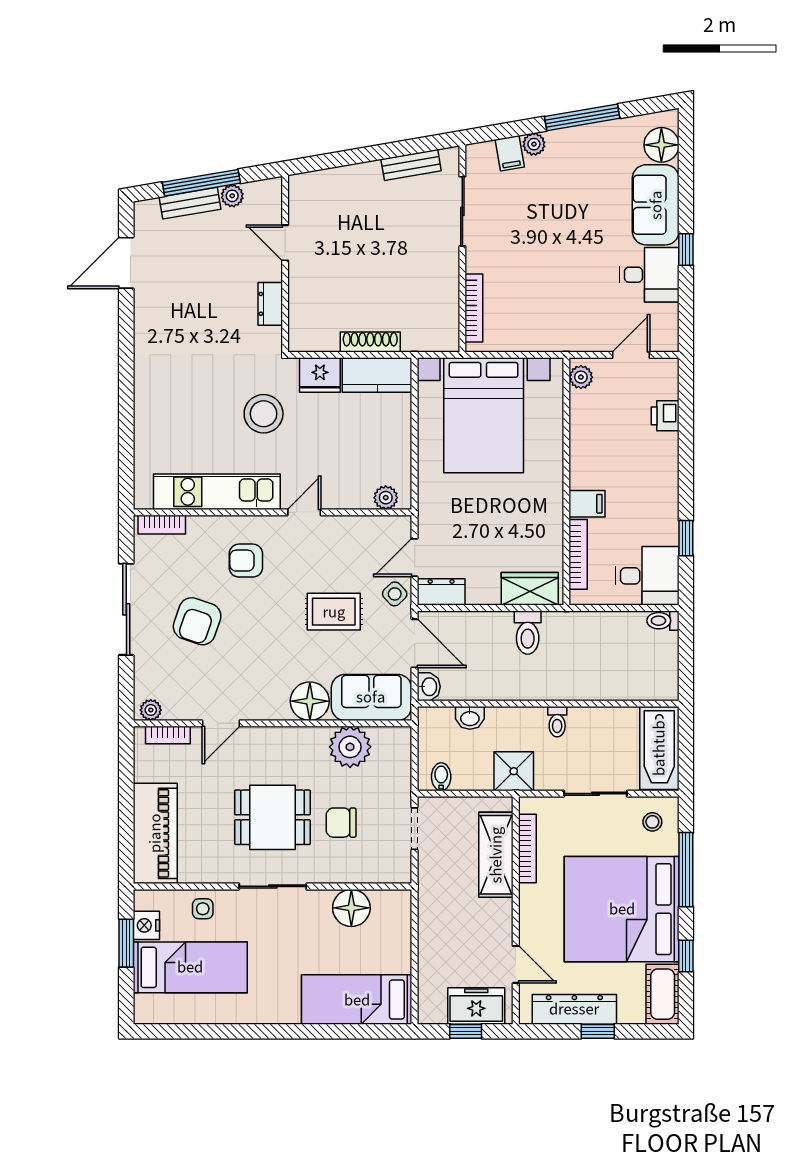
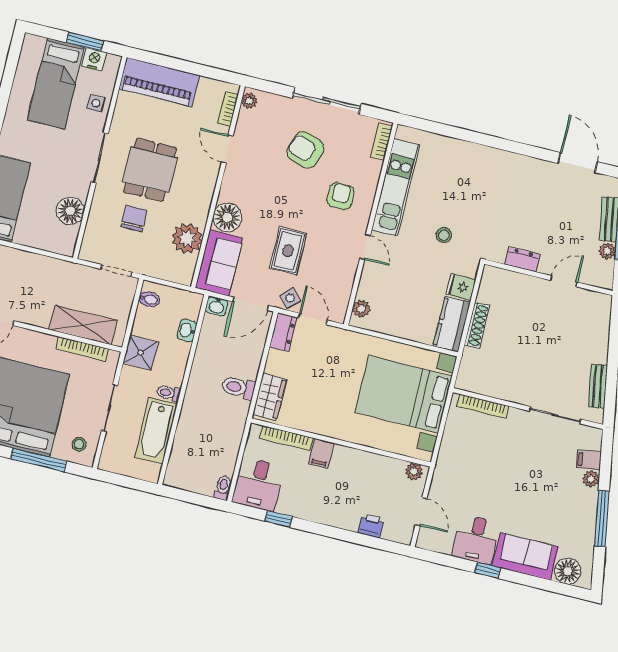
fridge: (320, 375) -> (461, 287), width x0.72
stool: (264, 414) -> (444, 235), width x0.53, depth x0.53
bathtub: (659, 748) -> (156, 431), moved, turned -90

